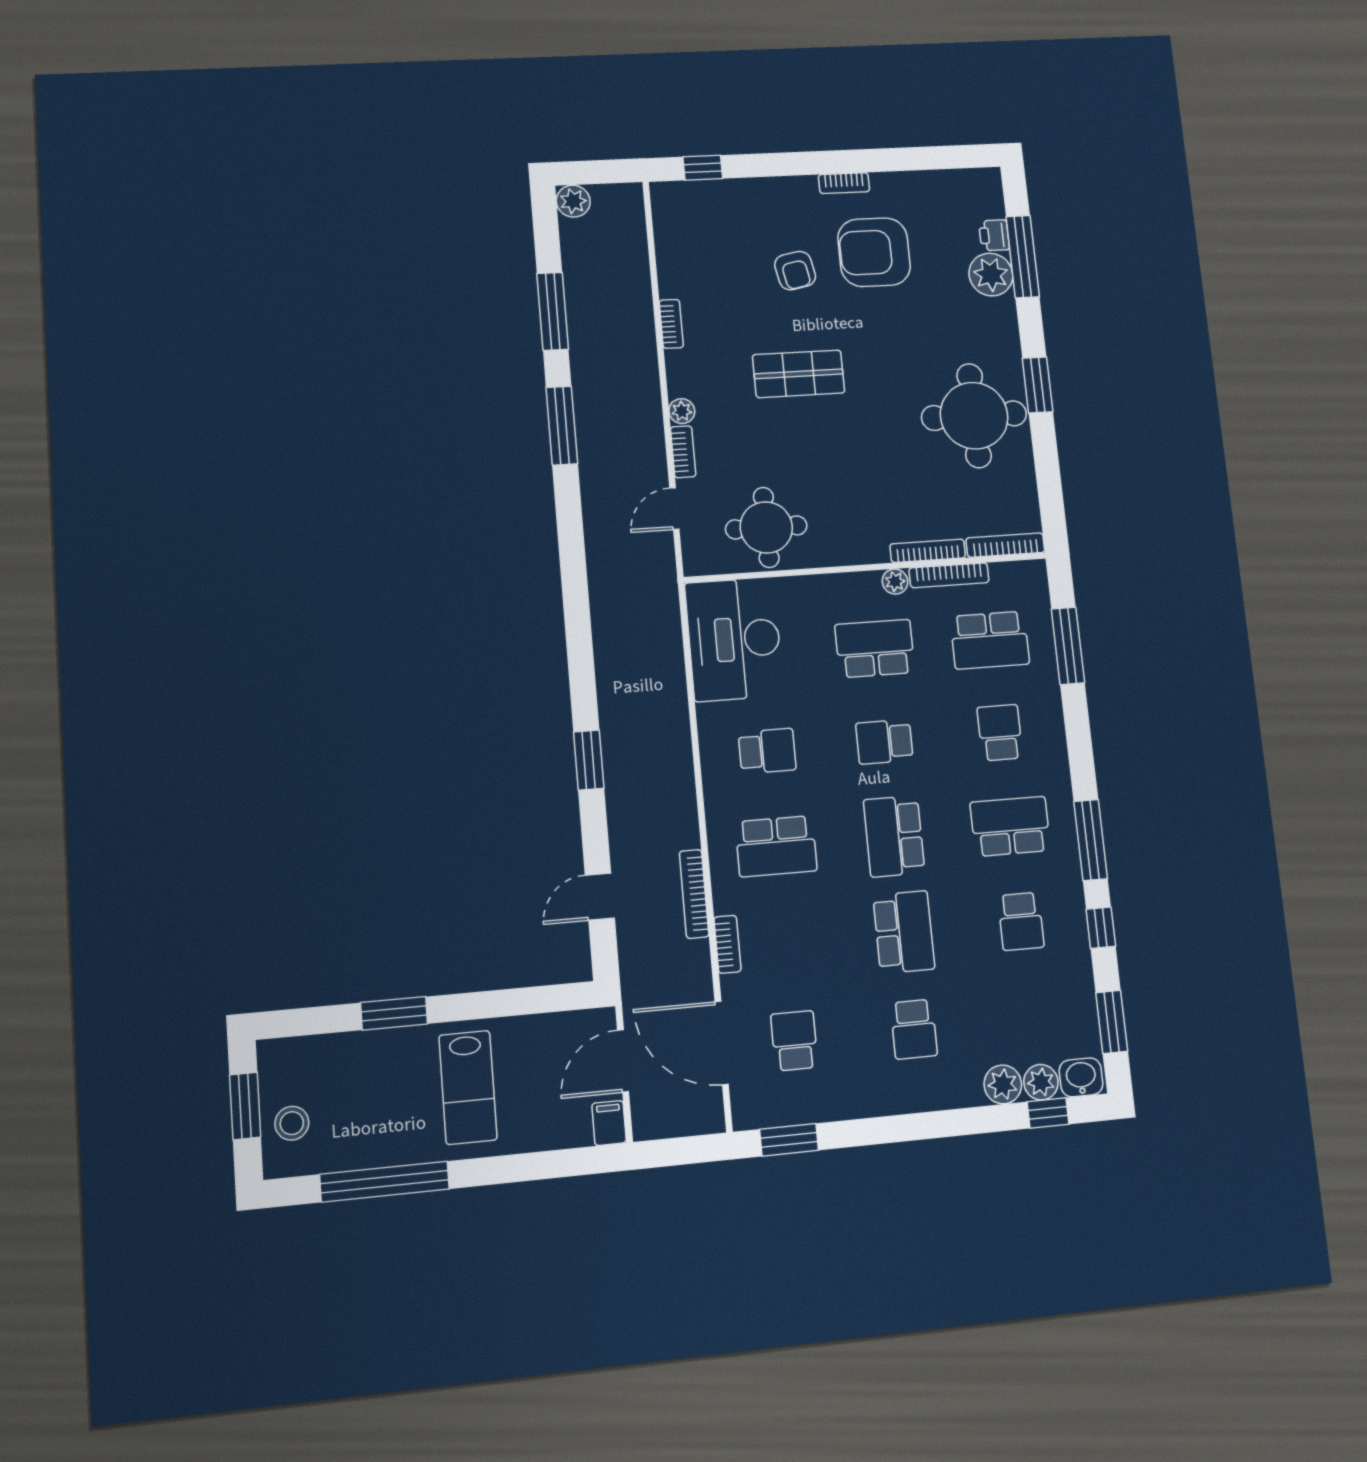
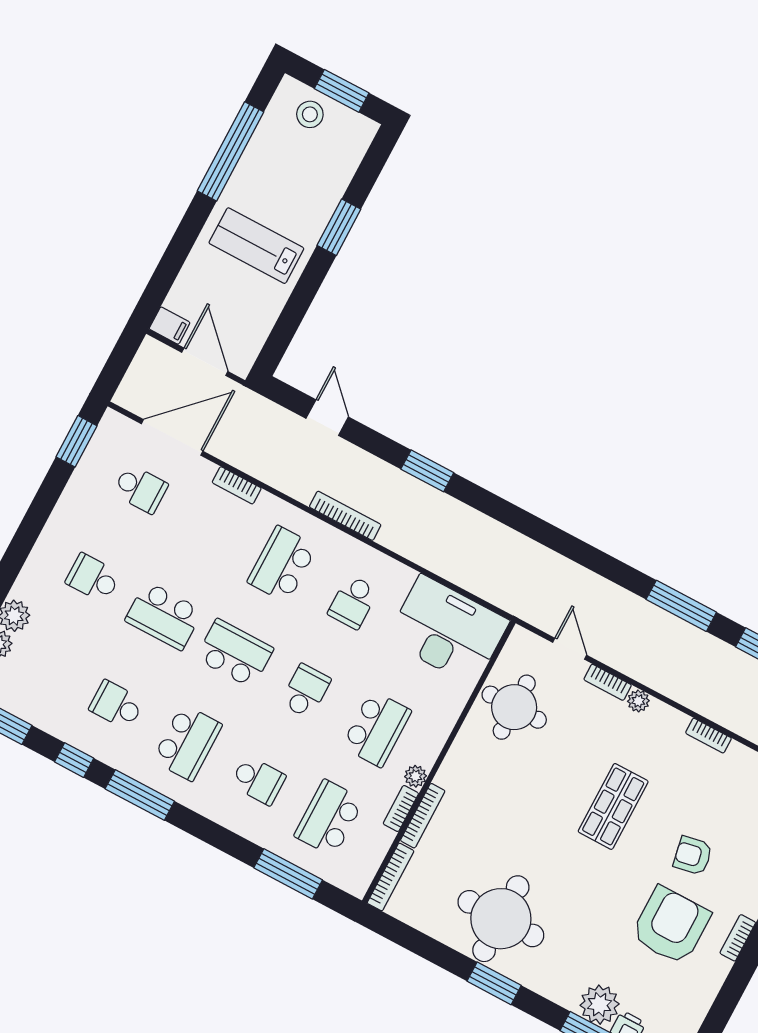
bookcase: (949, 575) -> (401, 809), width x0.64
bookcase: (694, 894) -> (345, 516), moved

